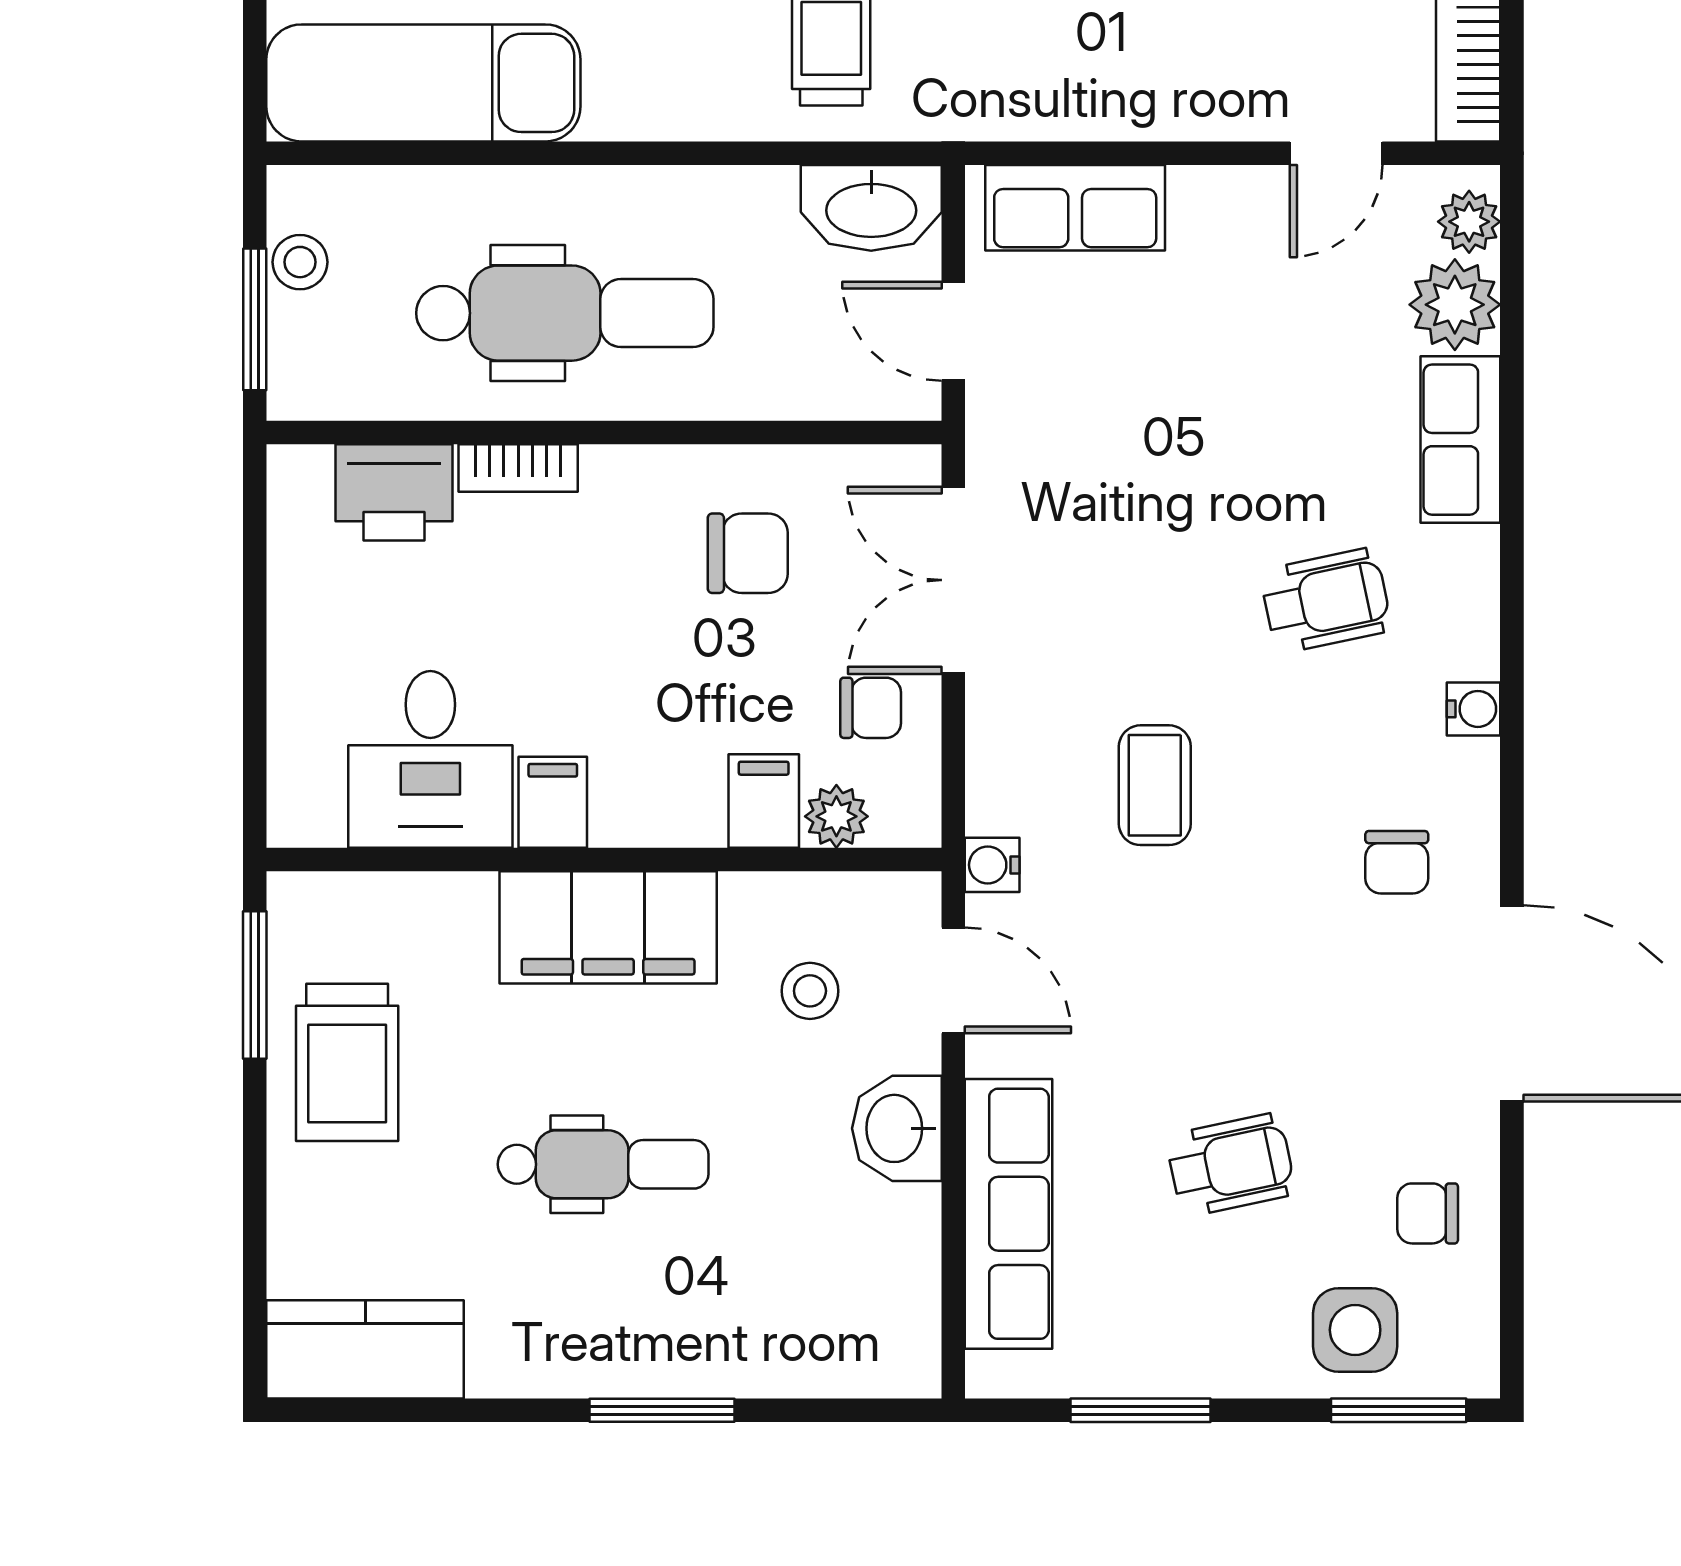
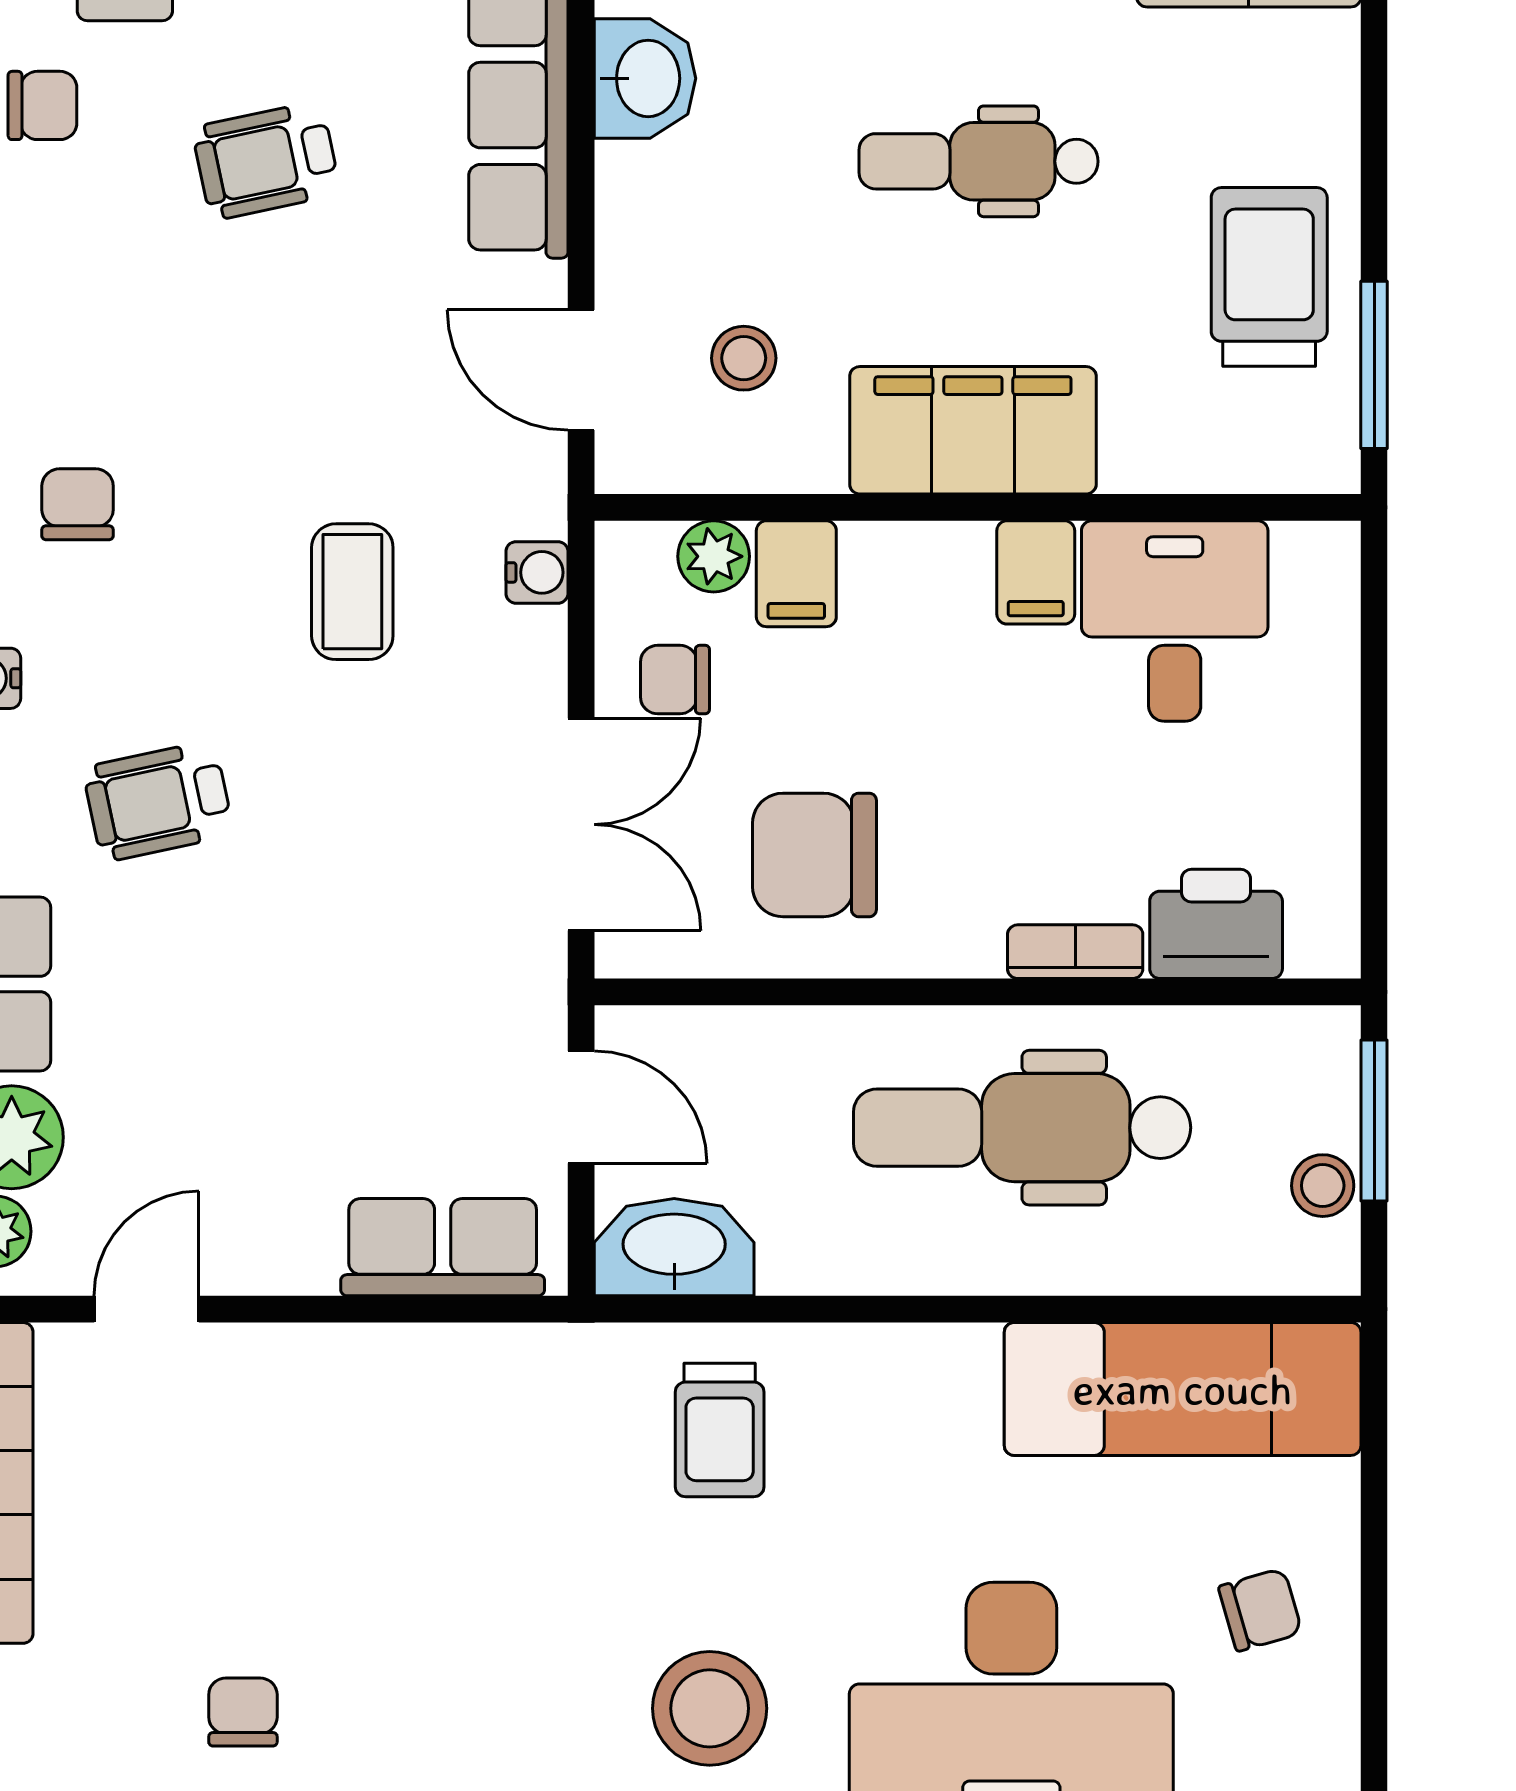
chair: (748, 553) -> (814, 855), width x1.37, depth x1.37
water cooler: (992, 865) -> (537, 572), moved
washbasin: (897, 1128) -> (645, 78), moved

